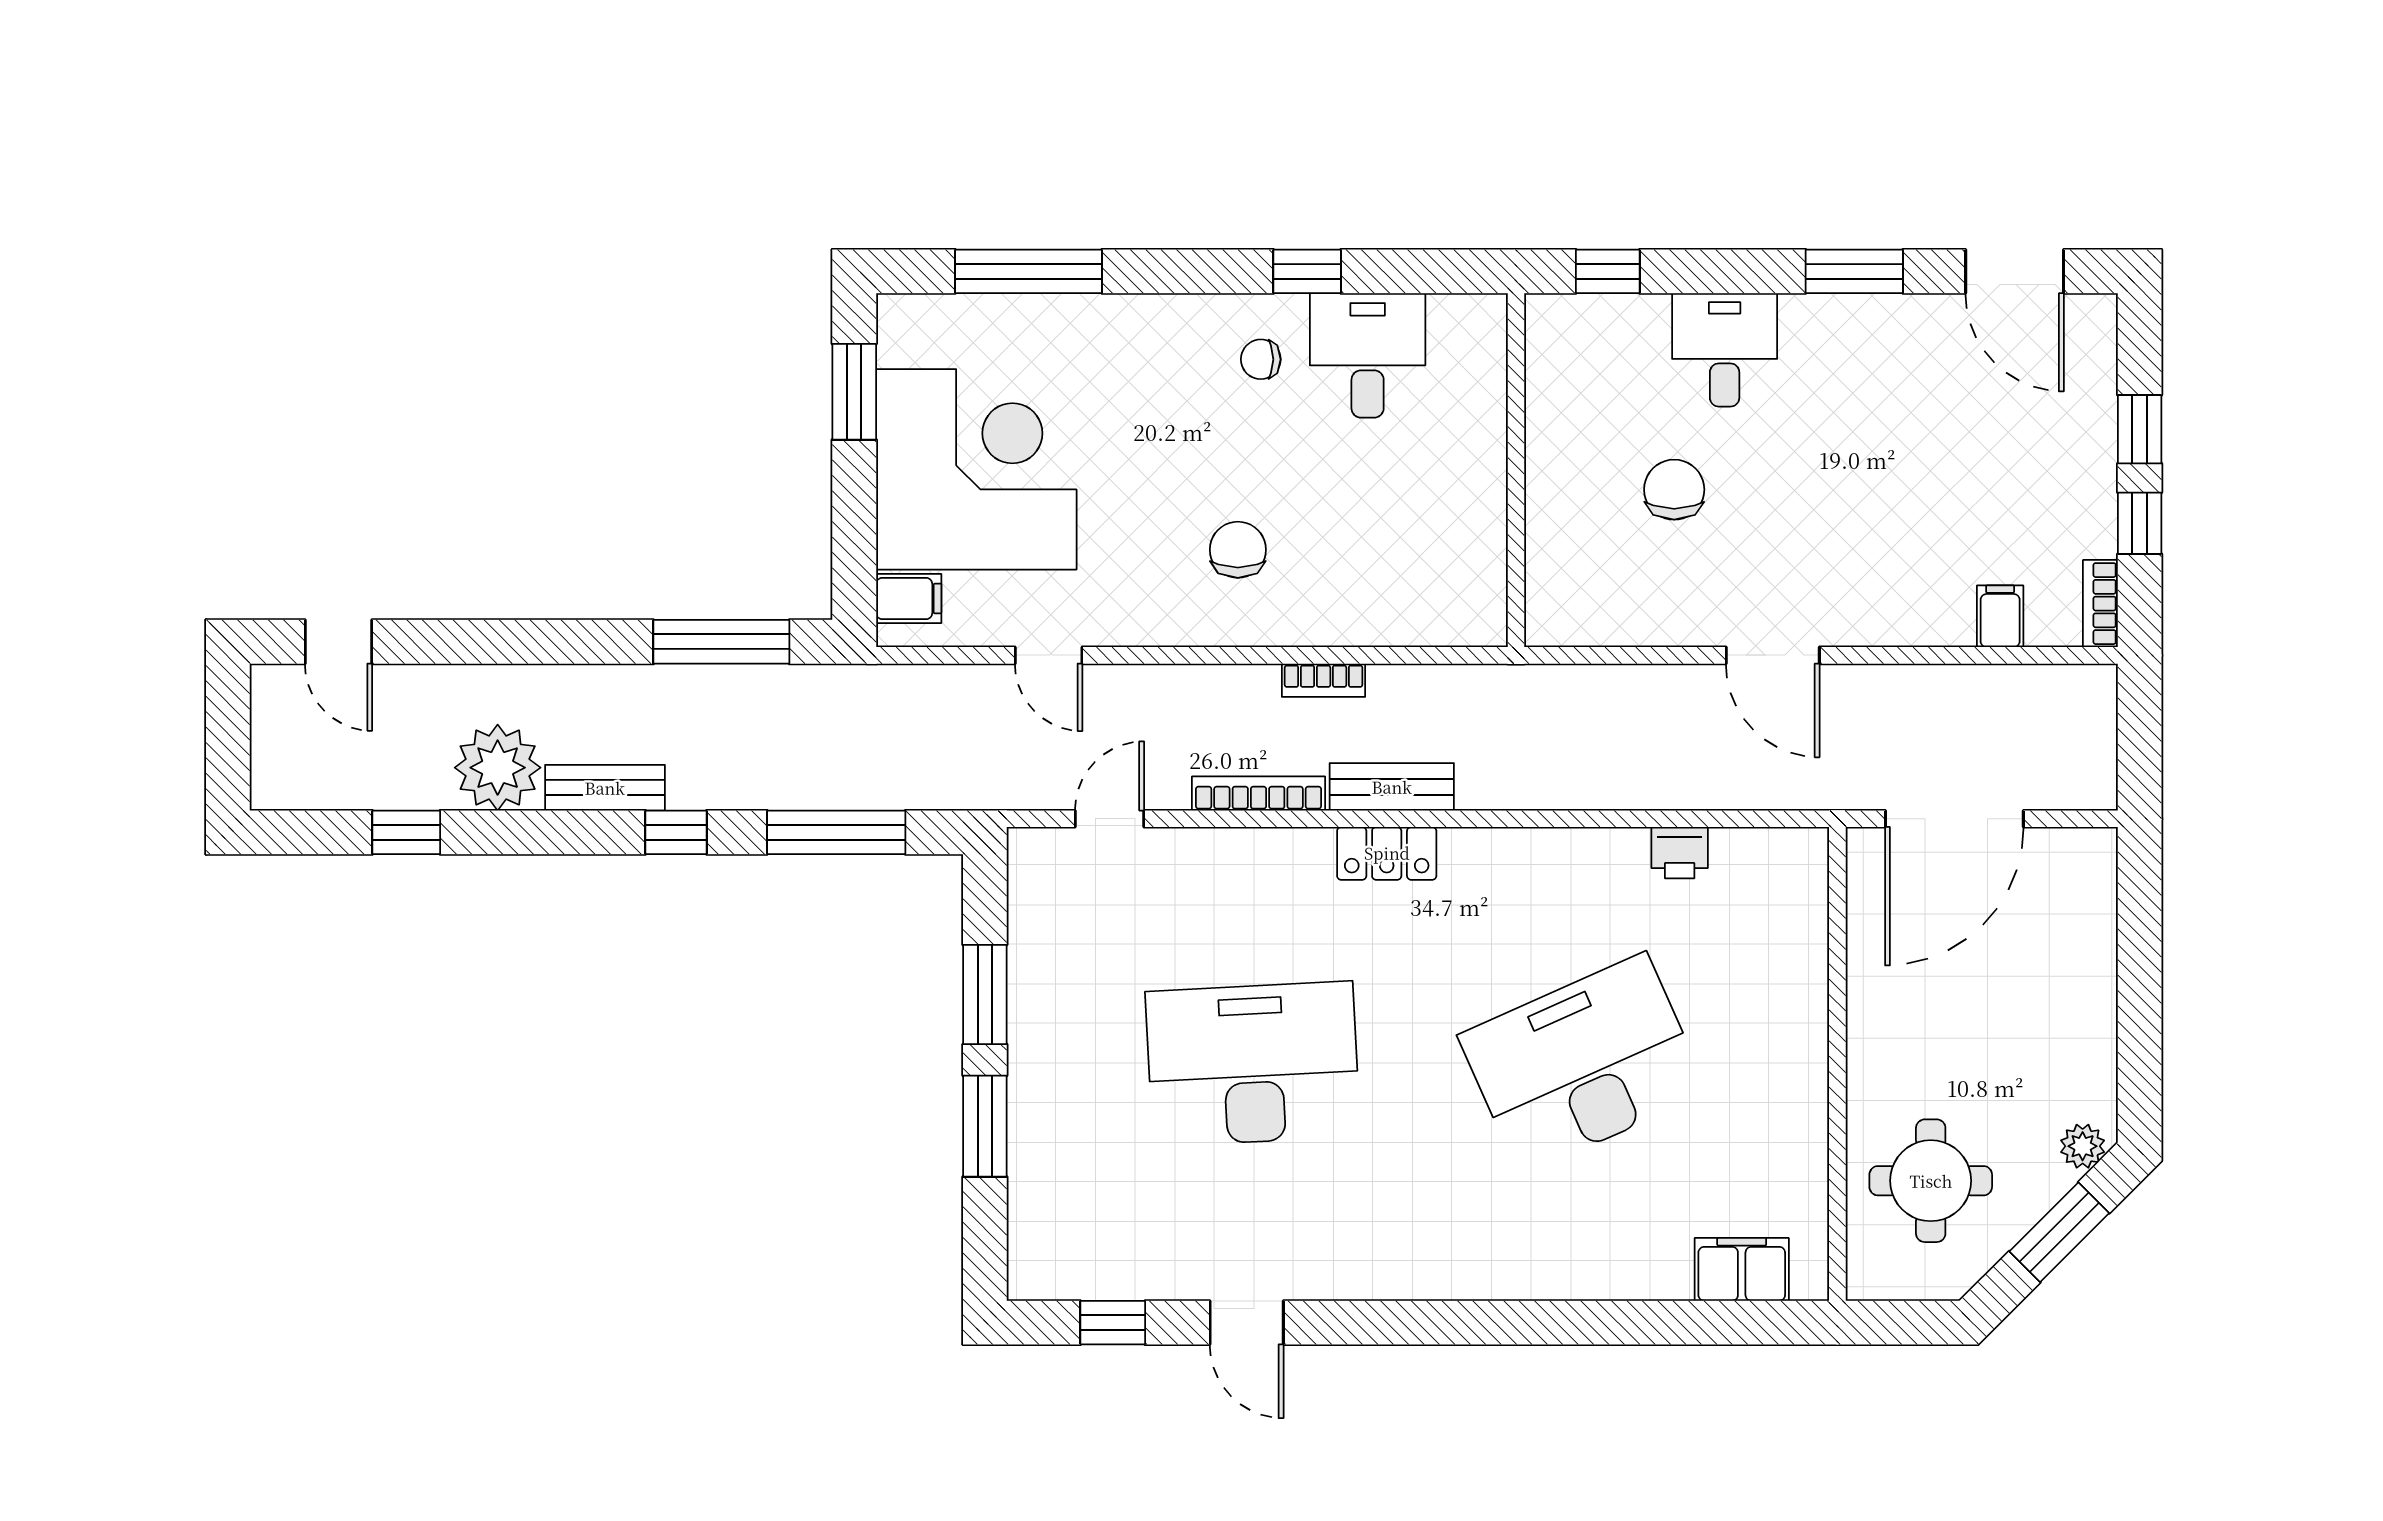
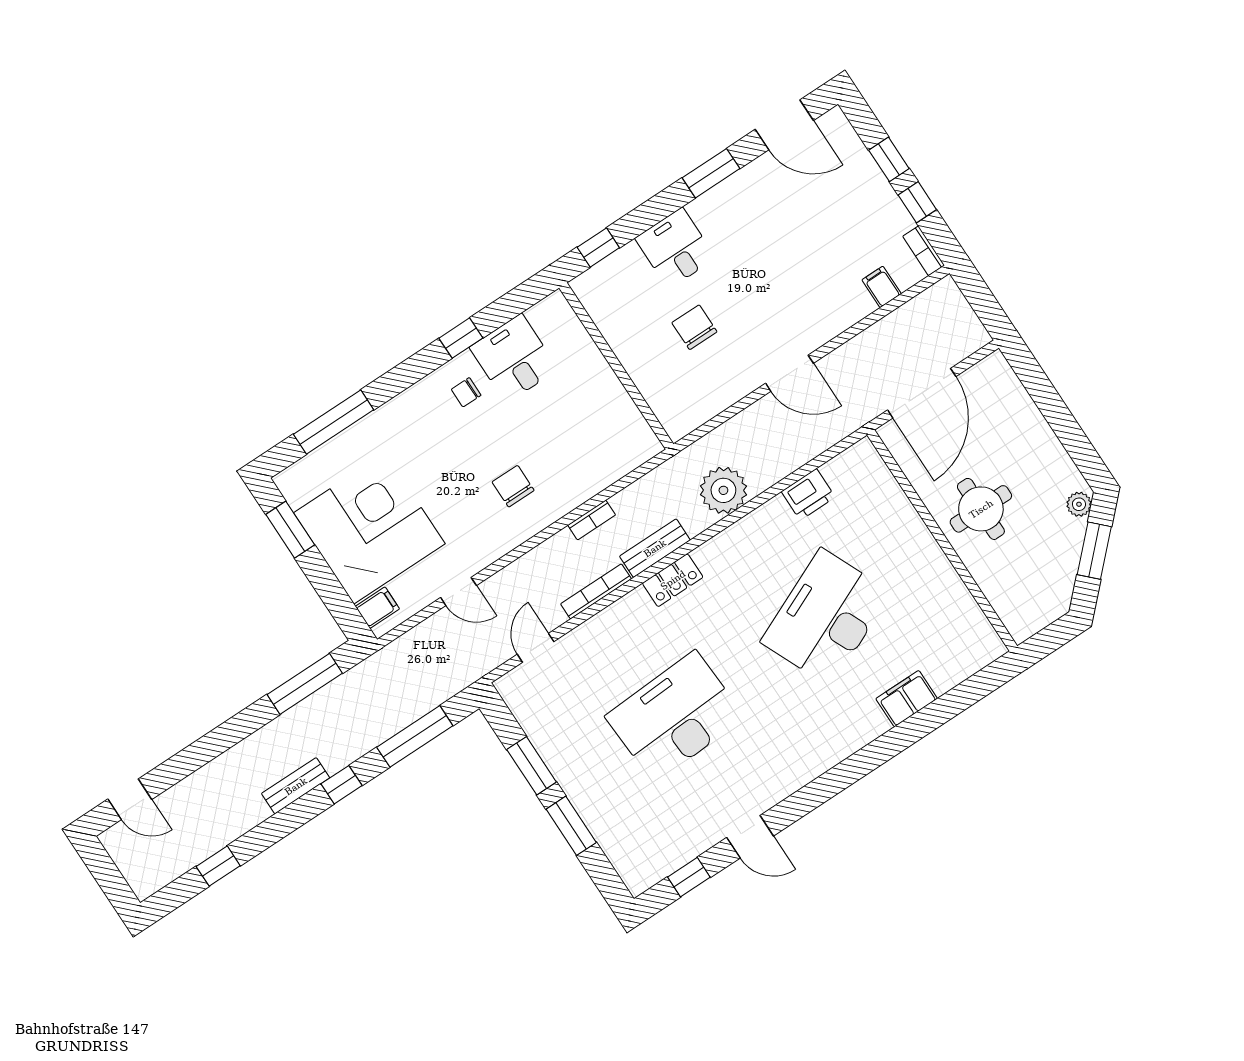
plant: (498, 768) -> (723, 490), moved
printer: (1680, 853) -> (808, 494), width x1.36, depth x1.24
round table: (1931, 1181) -> (981, 509), moved
filing cabinet: (1742, 1269) -> (907, 699), moved

